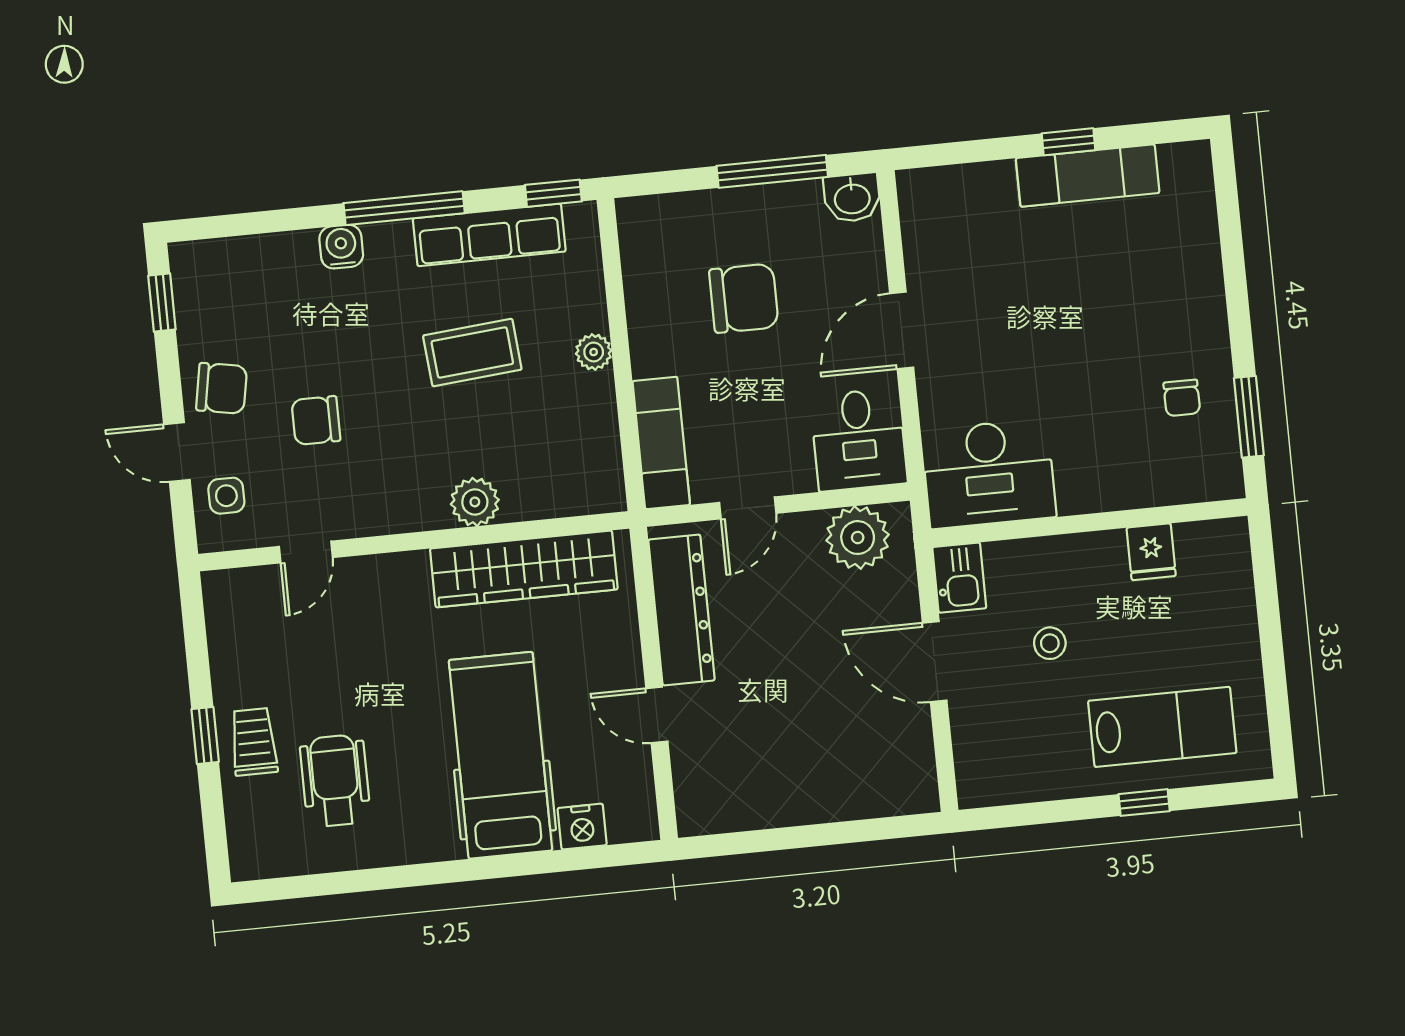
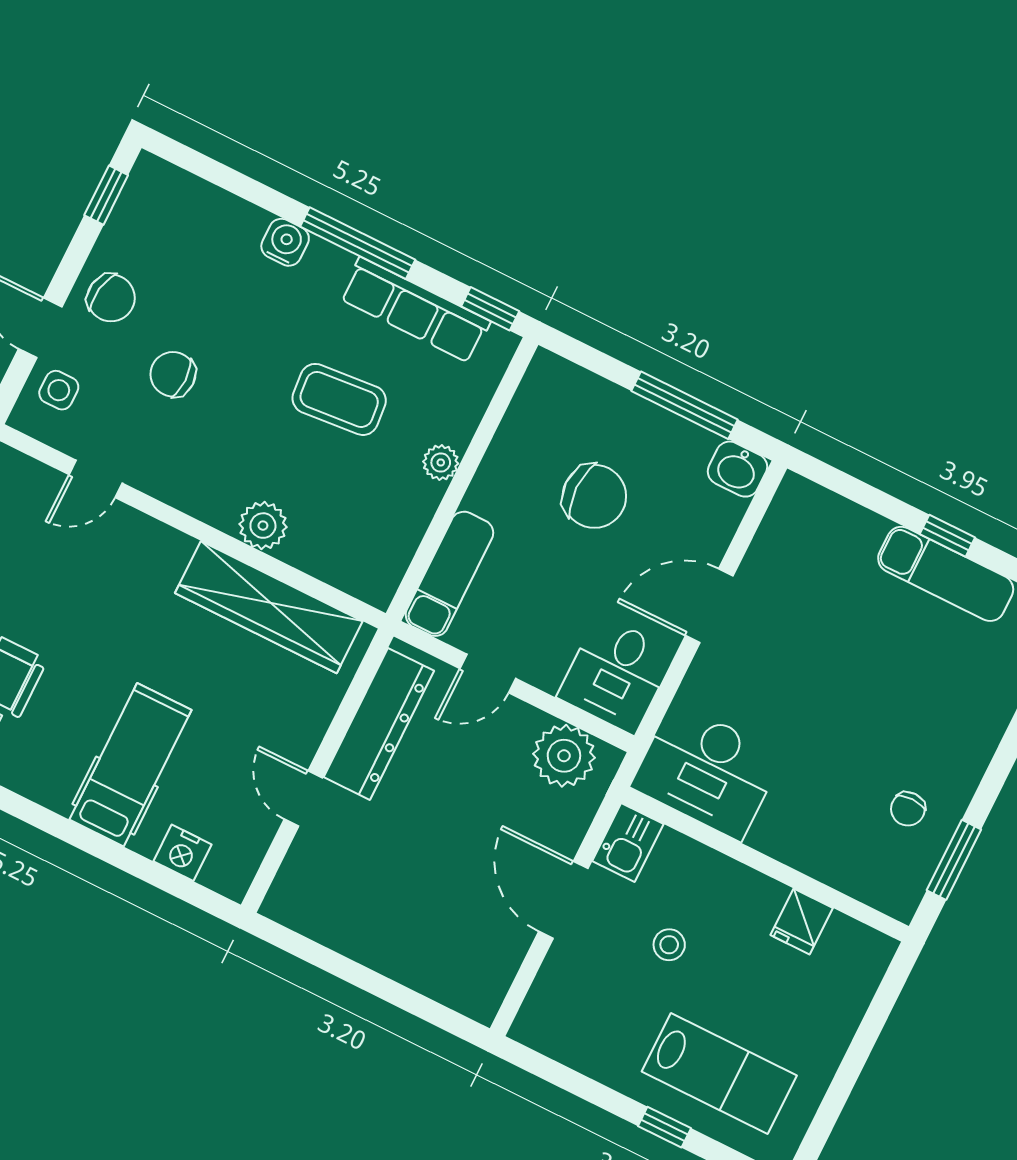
hospital bed: (501, 755) -> (130, 765), width x0.73, depth x0.78

